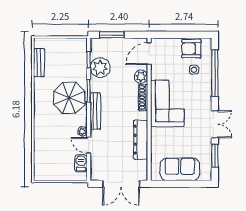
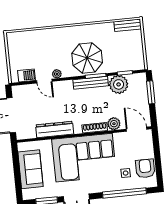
bench: (39, 63) -> (128, 25), moved
corner sofa: (167, 103) -> (84, 158), width x1.36, depth x1.36
bench: (95, 111) -> (91, 83), moved
door: (89, 145) -> (44, 81), swing flipped

